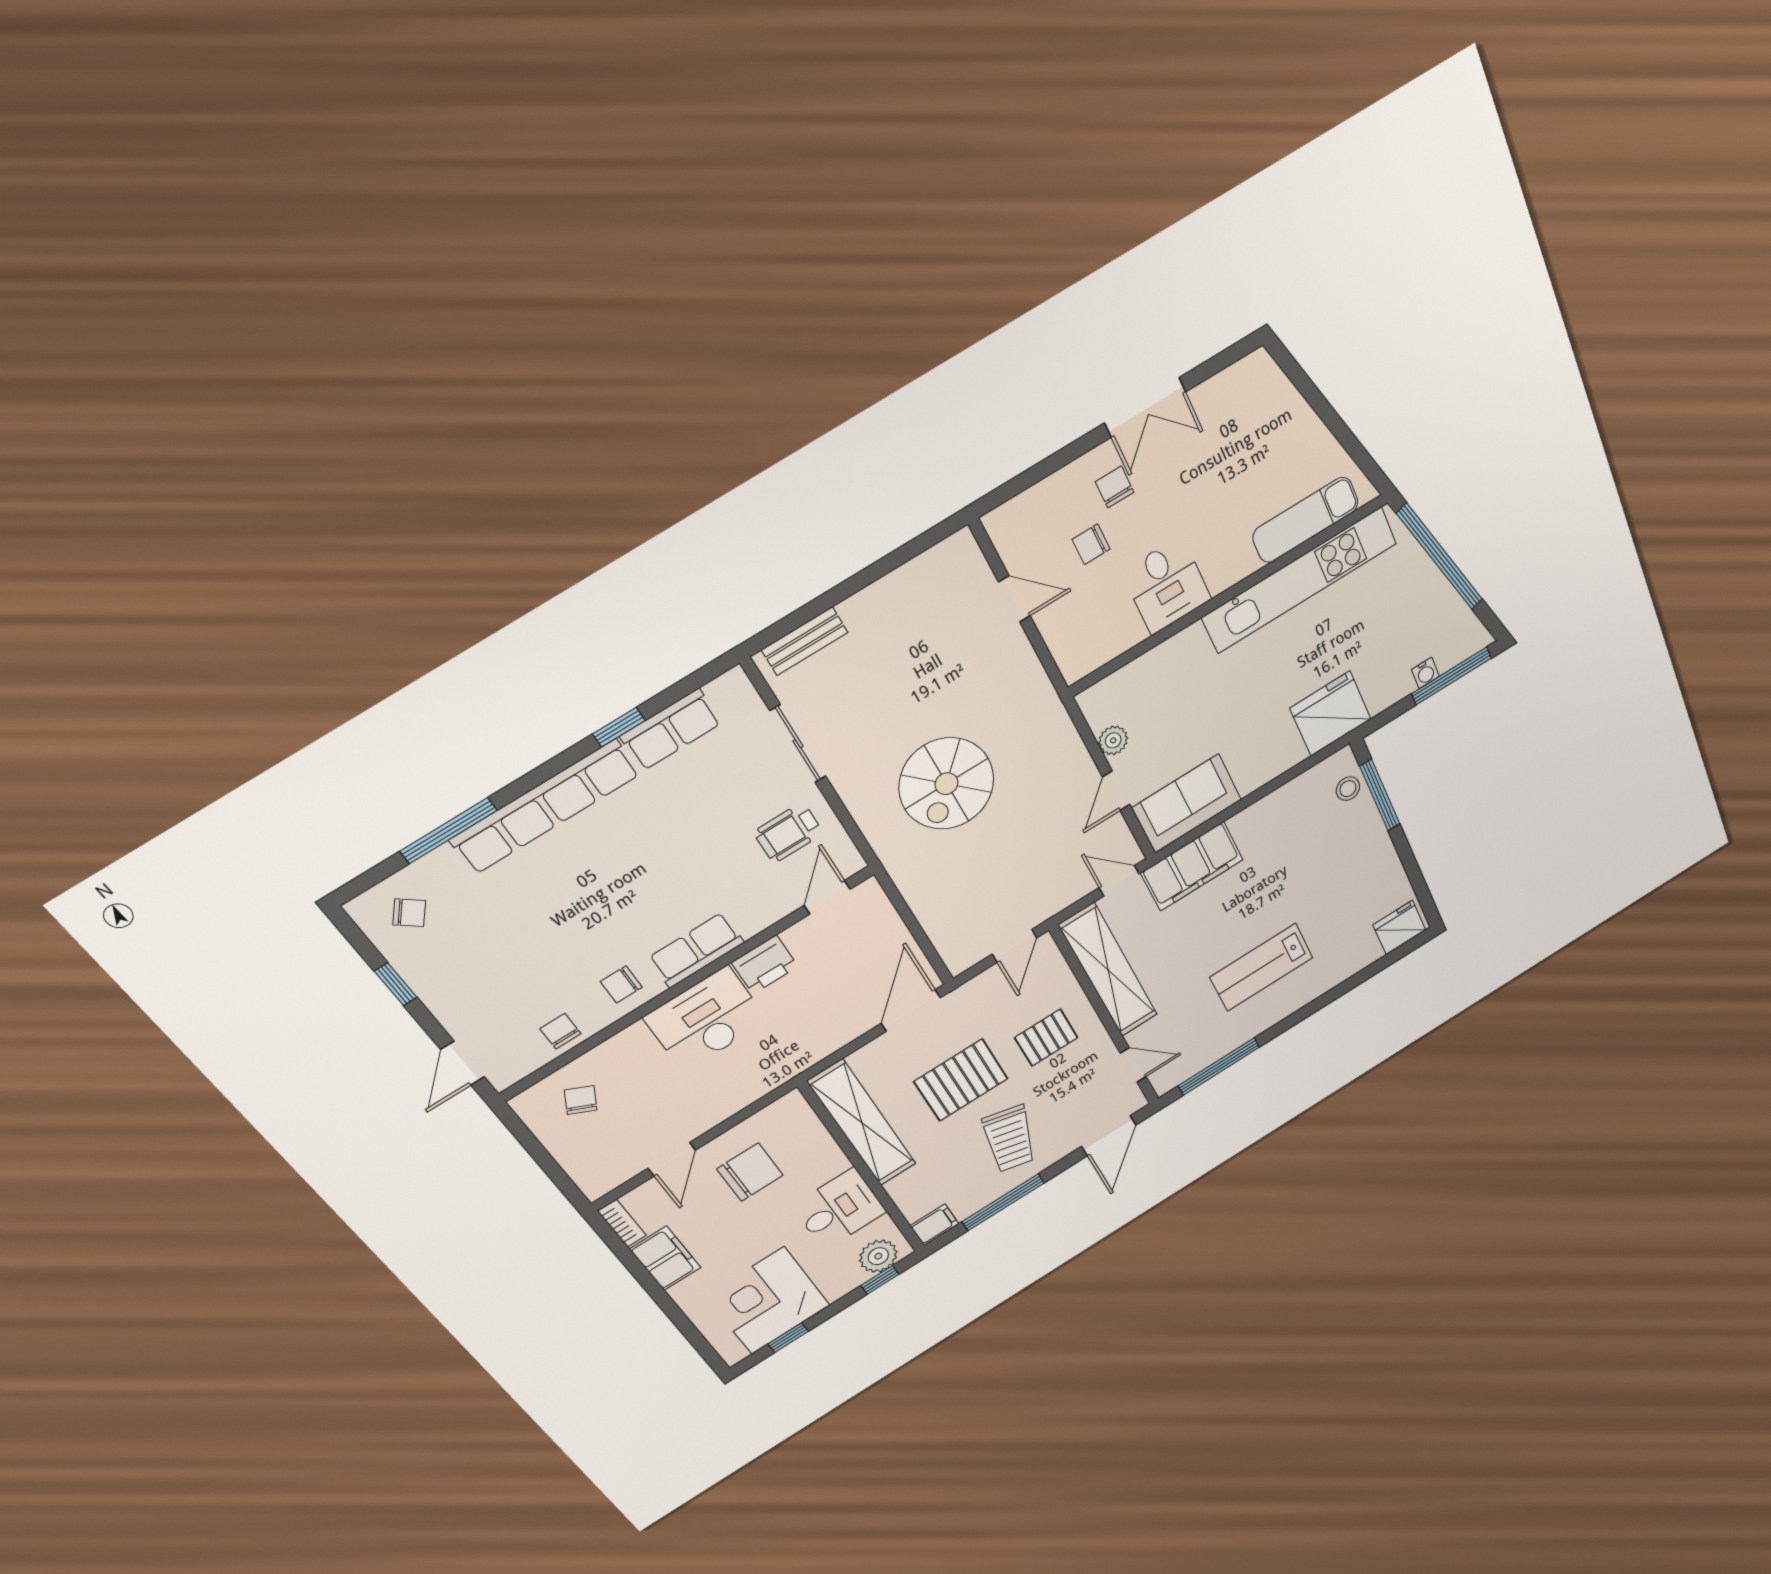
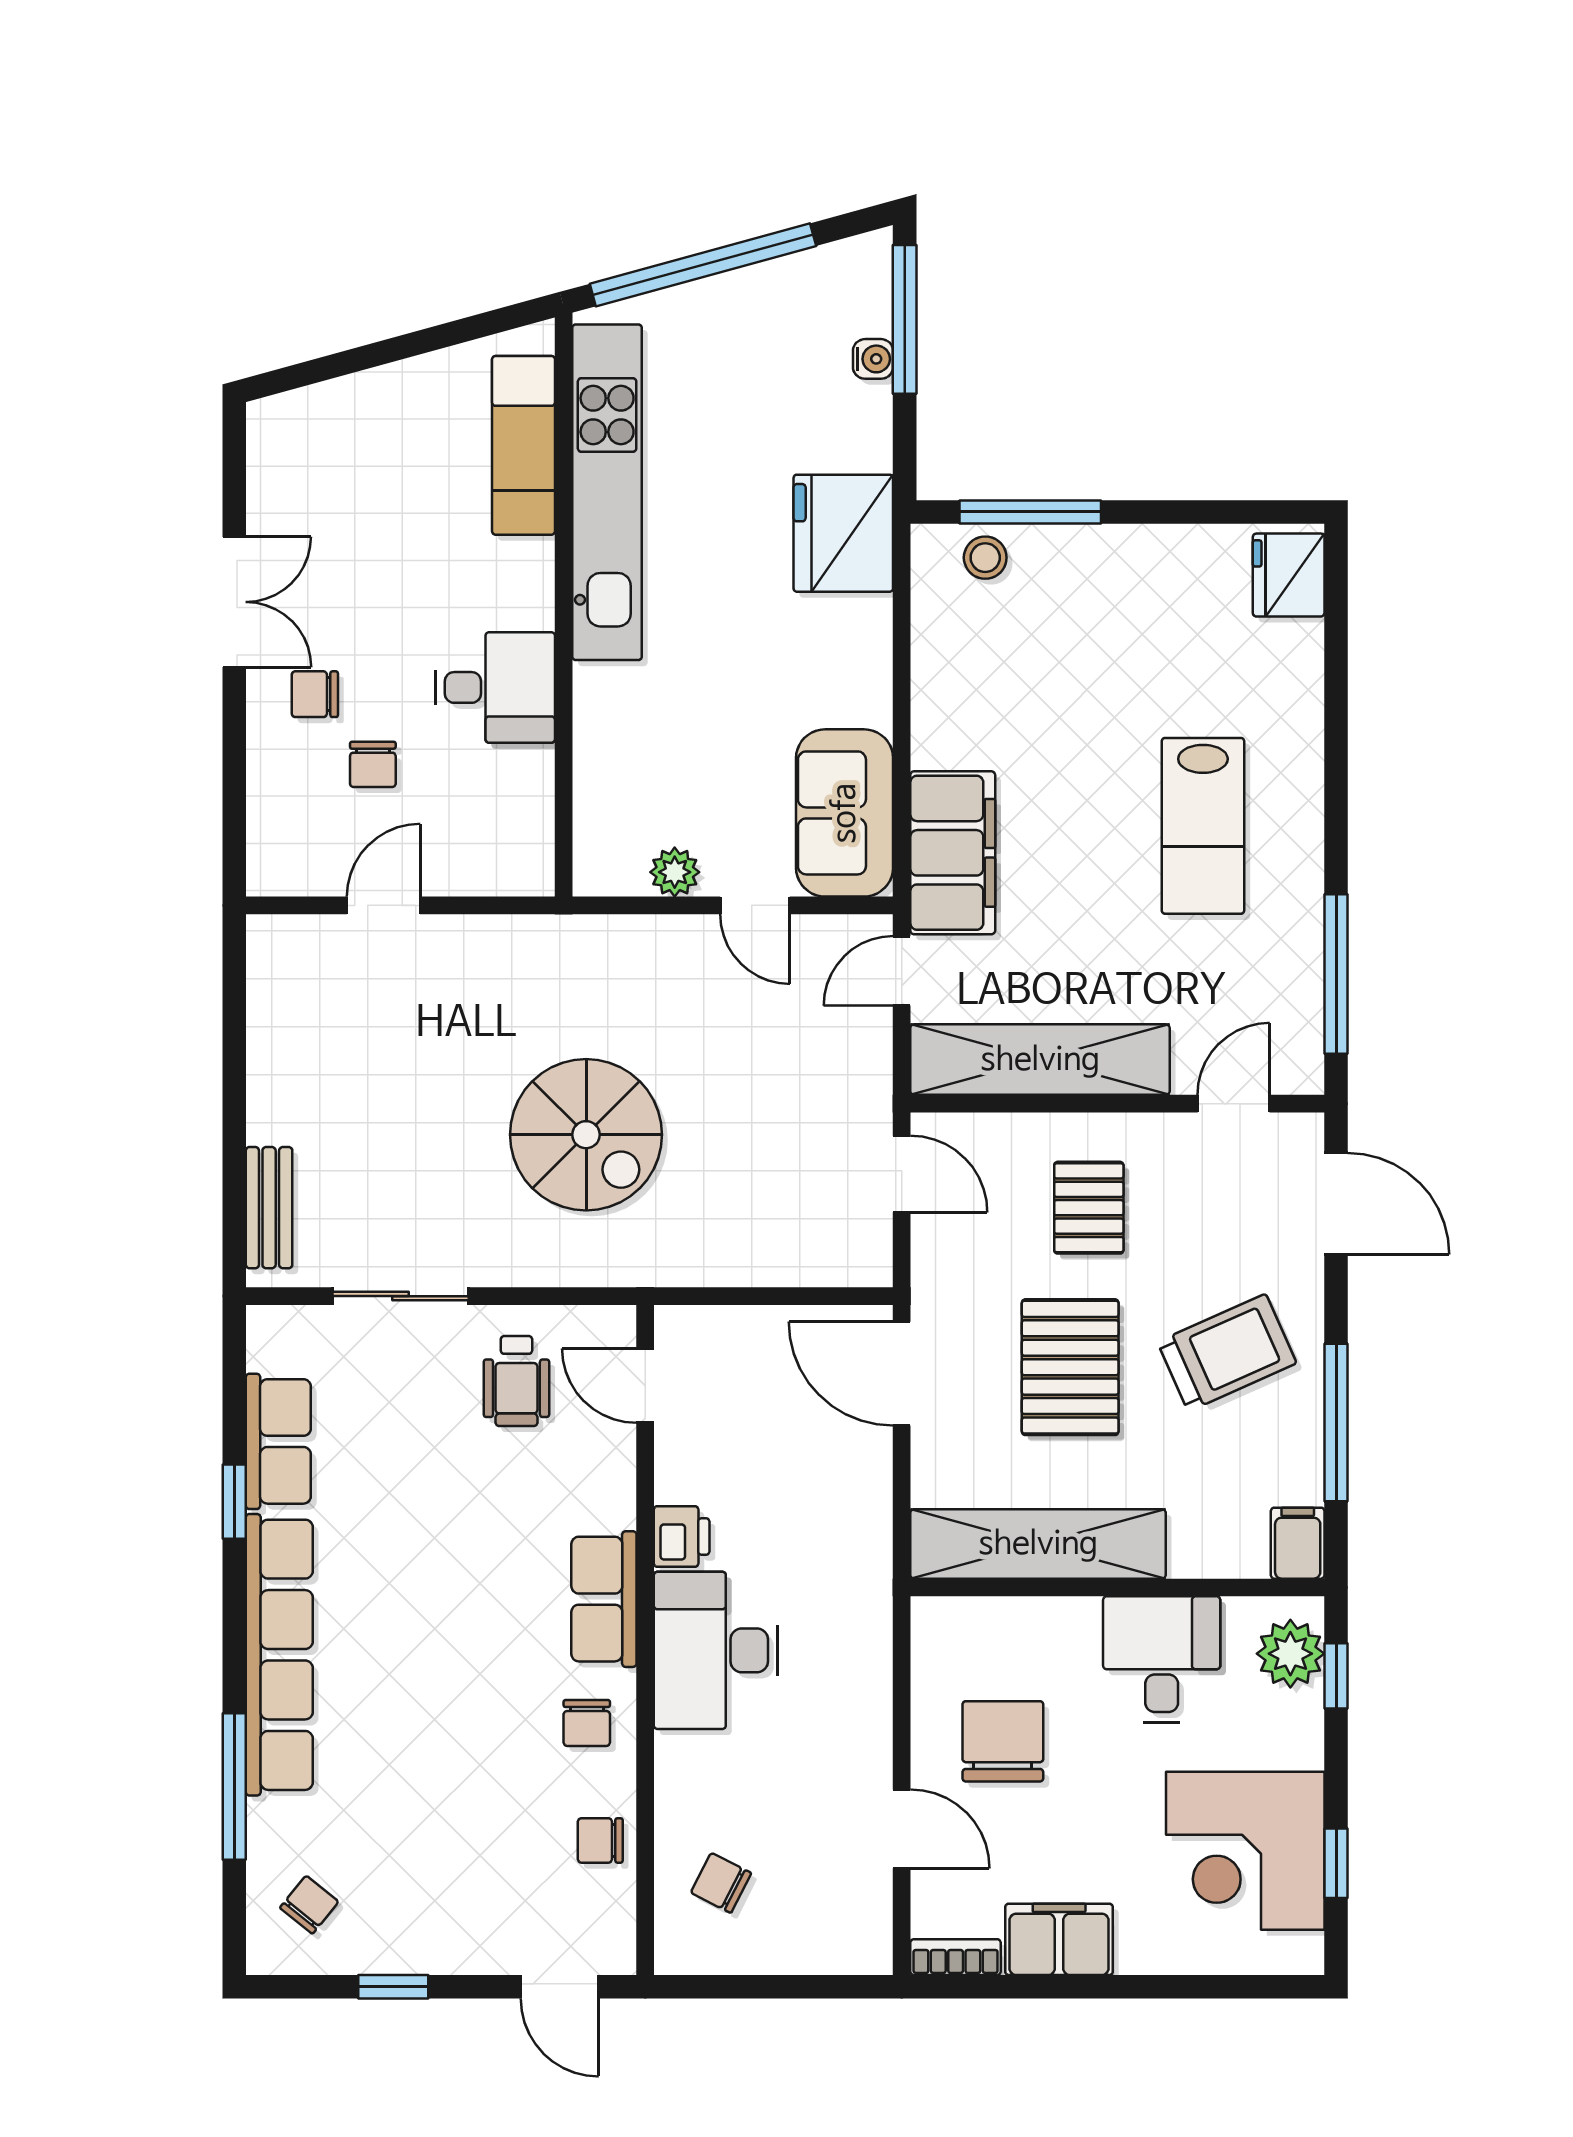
printer: (765, 965) -> (682, 1537), width x0.73, depth x0.81
trolley: (1009, 1139) -> (1227, 1353), turned -39

